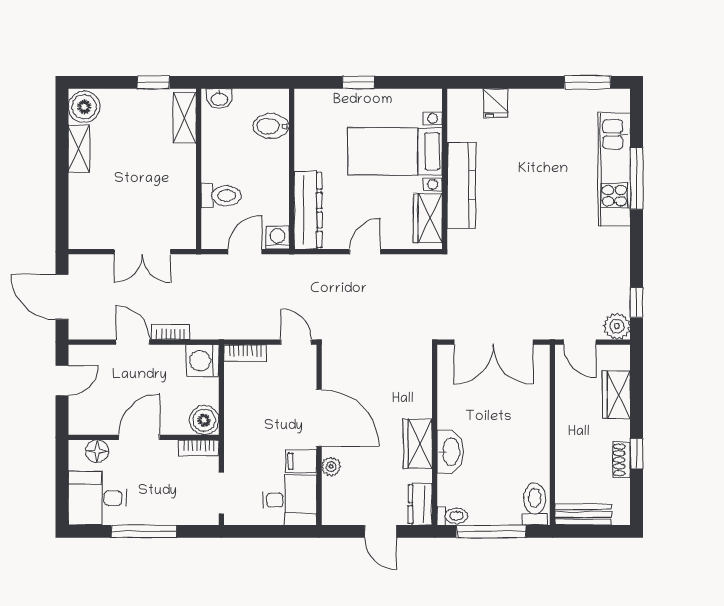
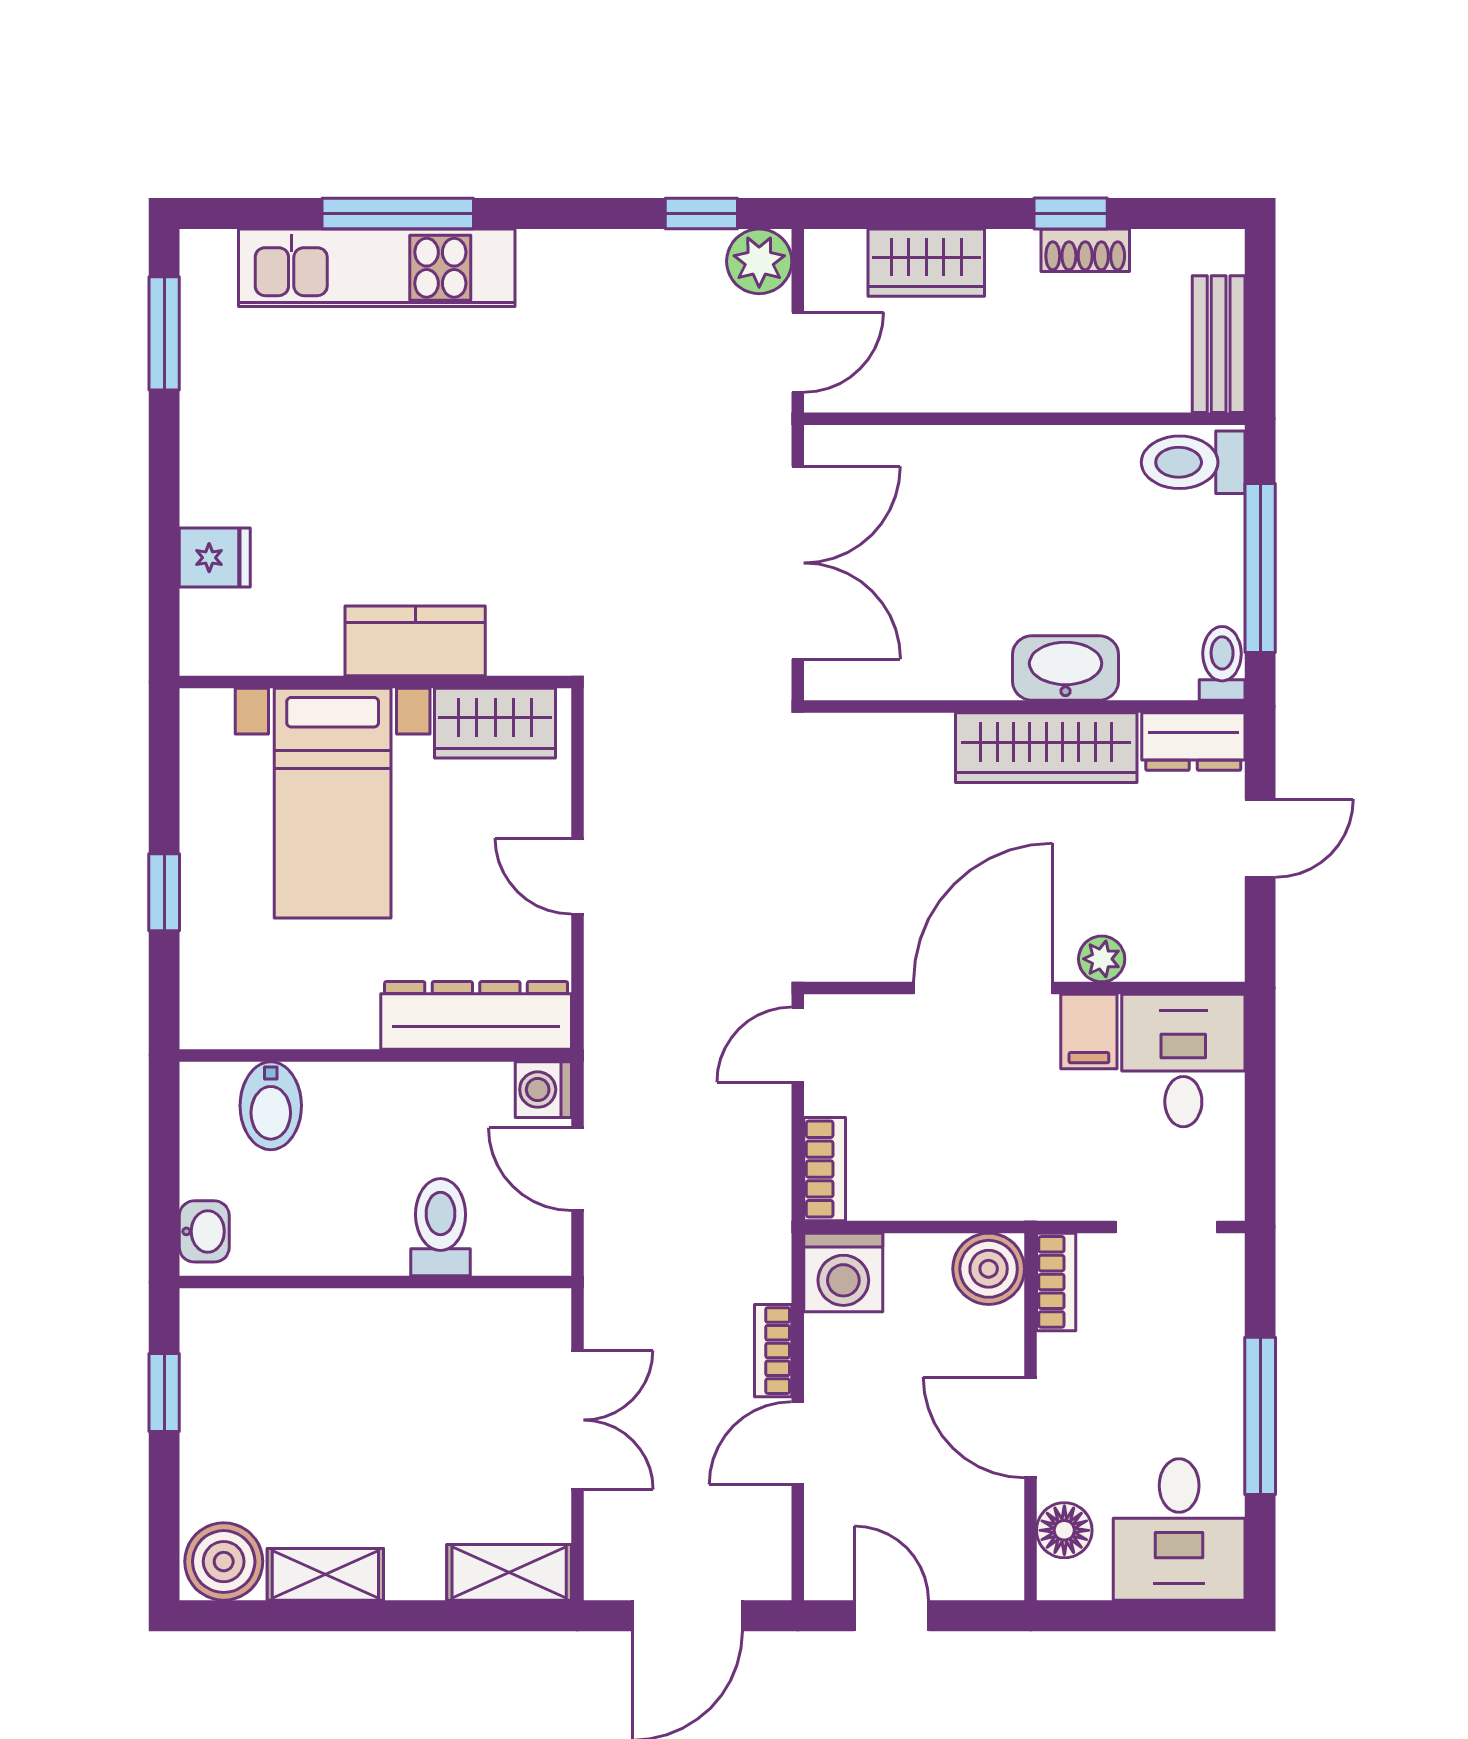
shelving: (185, 118) -> (509, 1572), moved
kitchen counter: (461, 185) -> (415, 641), width x0.67
wardrobe: (418, 444) -> (1046, 748), width x1.50

